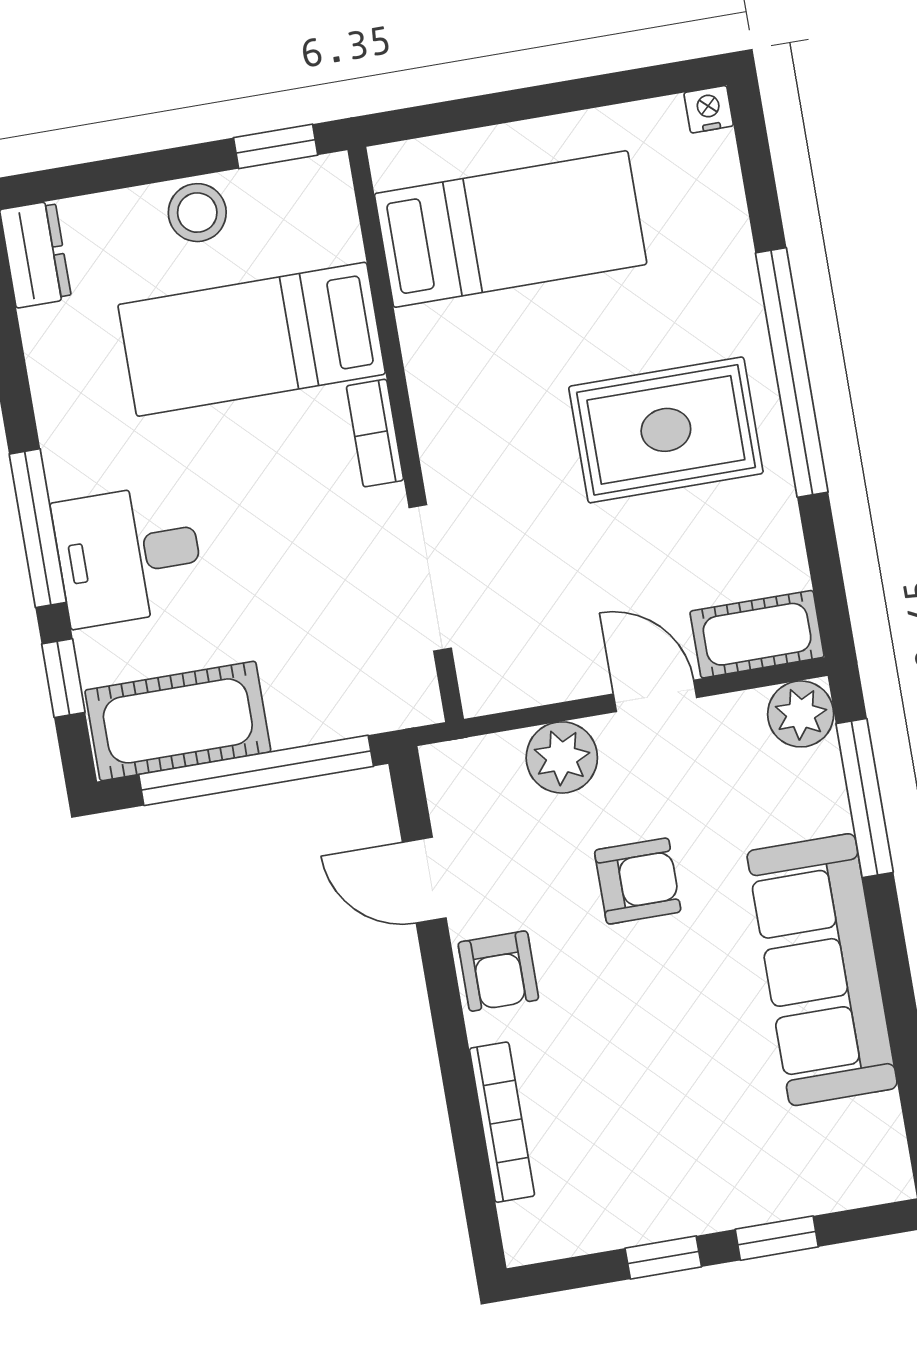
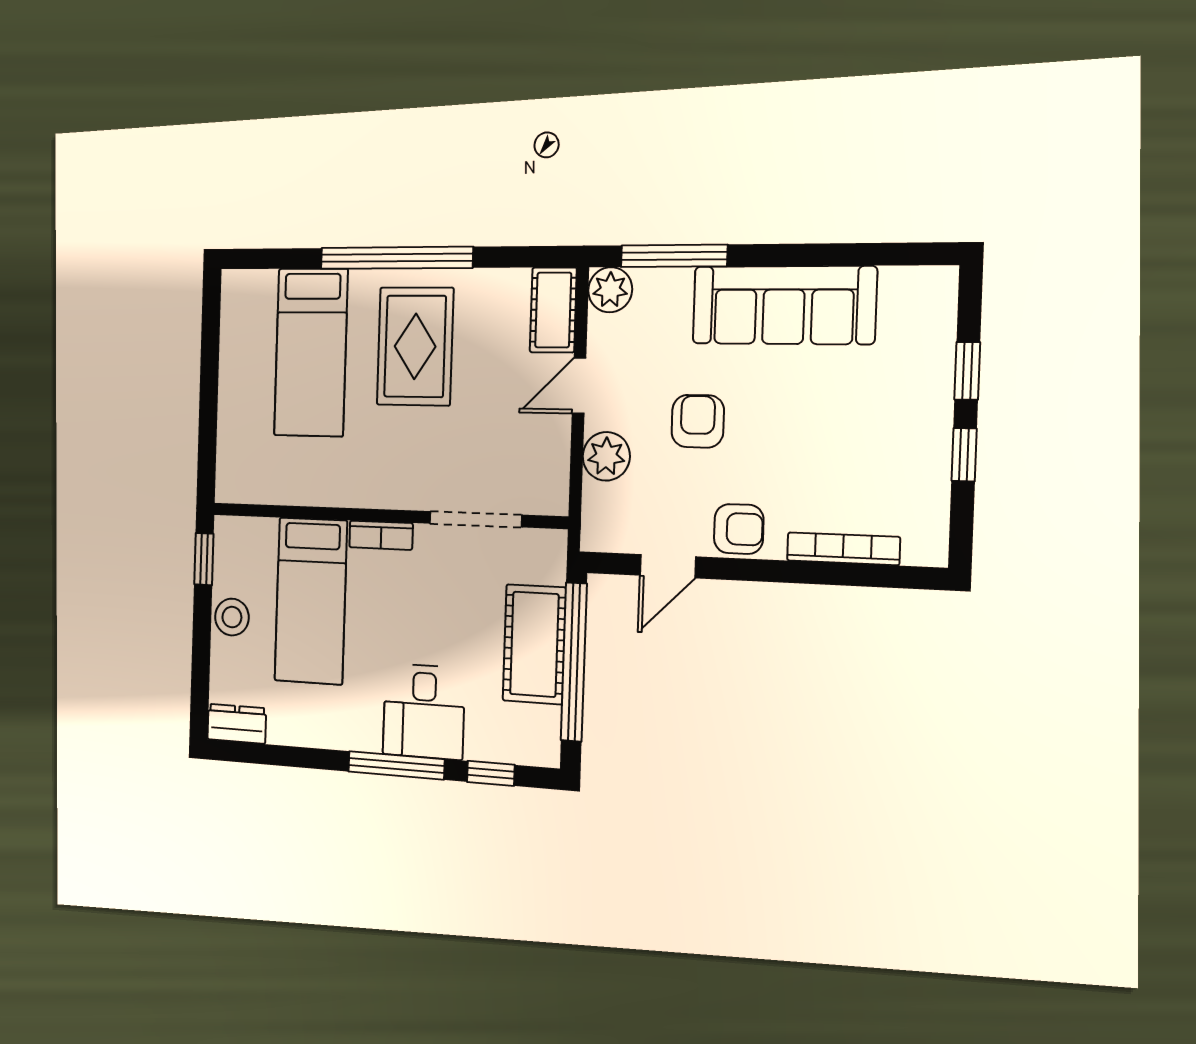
nightstand: (709, 109) -> (233, 283), removed
bed: (511, 229) -> (311, 352), moved, turned 180
cot: (178, 721) -> (534, 644), moved

